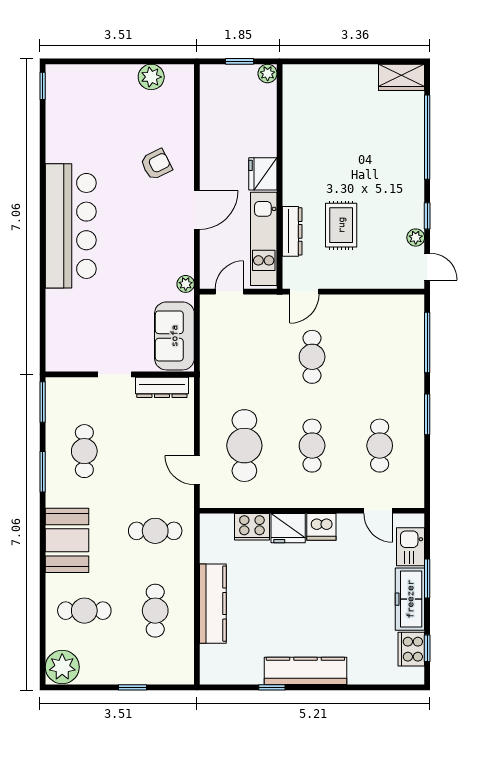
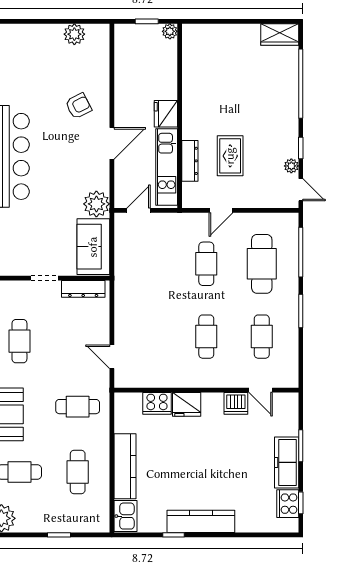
plant: (186, 284) -> (96, 204), width x1.88, depth x1.88
door: (304, 292) -> (221, 210), moved
cafe table: (244, 446) -> (262, 264), moved
dishwasher: (321, 527) -> (236, 403), moved
kitchen sink: (411, 547) -> (125, 516), moved, turned 180

